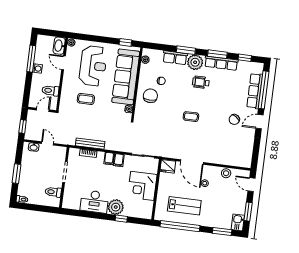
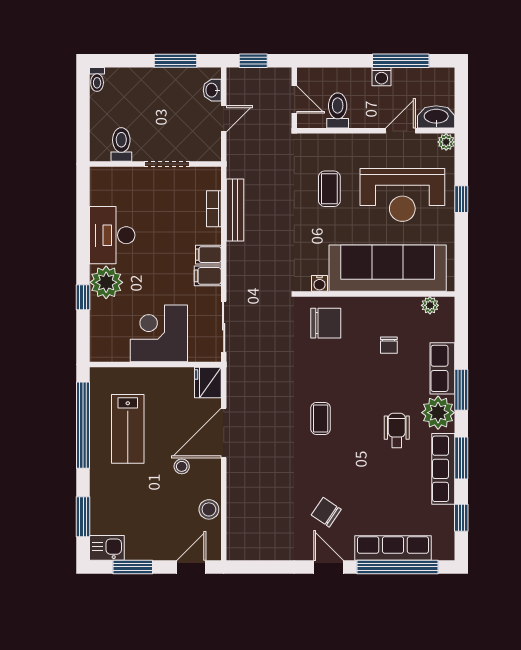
window: (125, 42) -> (461, 199), moved
chair: (150, 96) -> (326, 323), moved
window: (17, 174) -> (175, 61), moved

